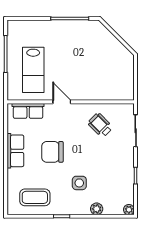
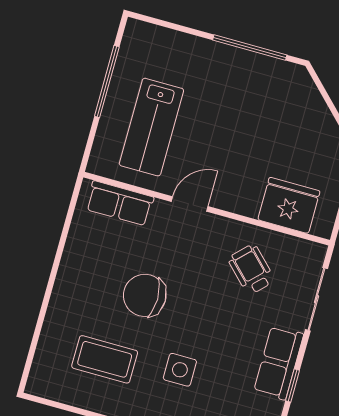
fridge: (110, 89) -> (289, 205), added
door: (62, 102) -> (190, 204), hinge flipped
row of seats: (15, 151) -> (279, 363), moved, turned 180
coffee table: (35, 197) -> (105, 359), moved

